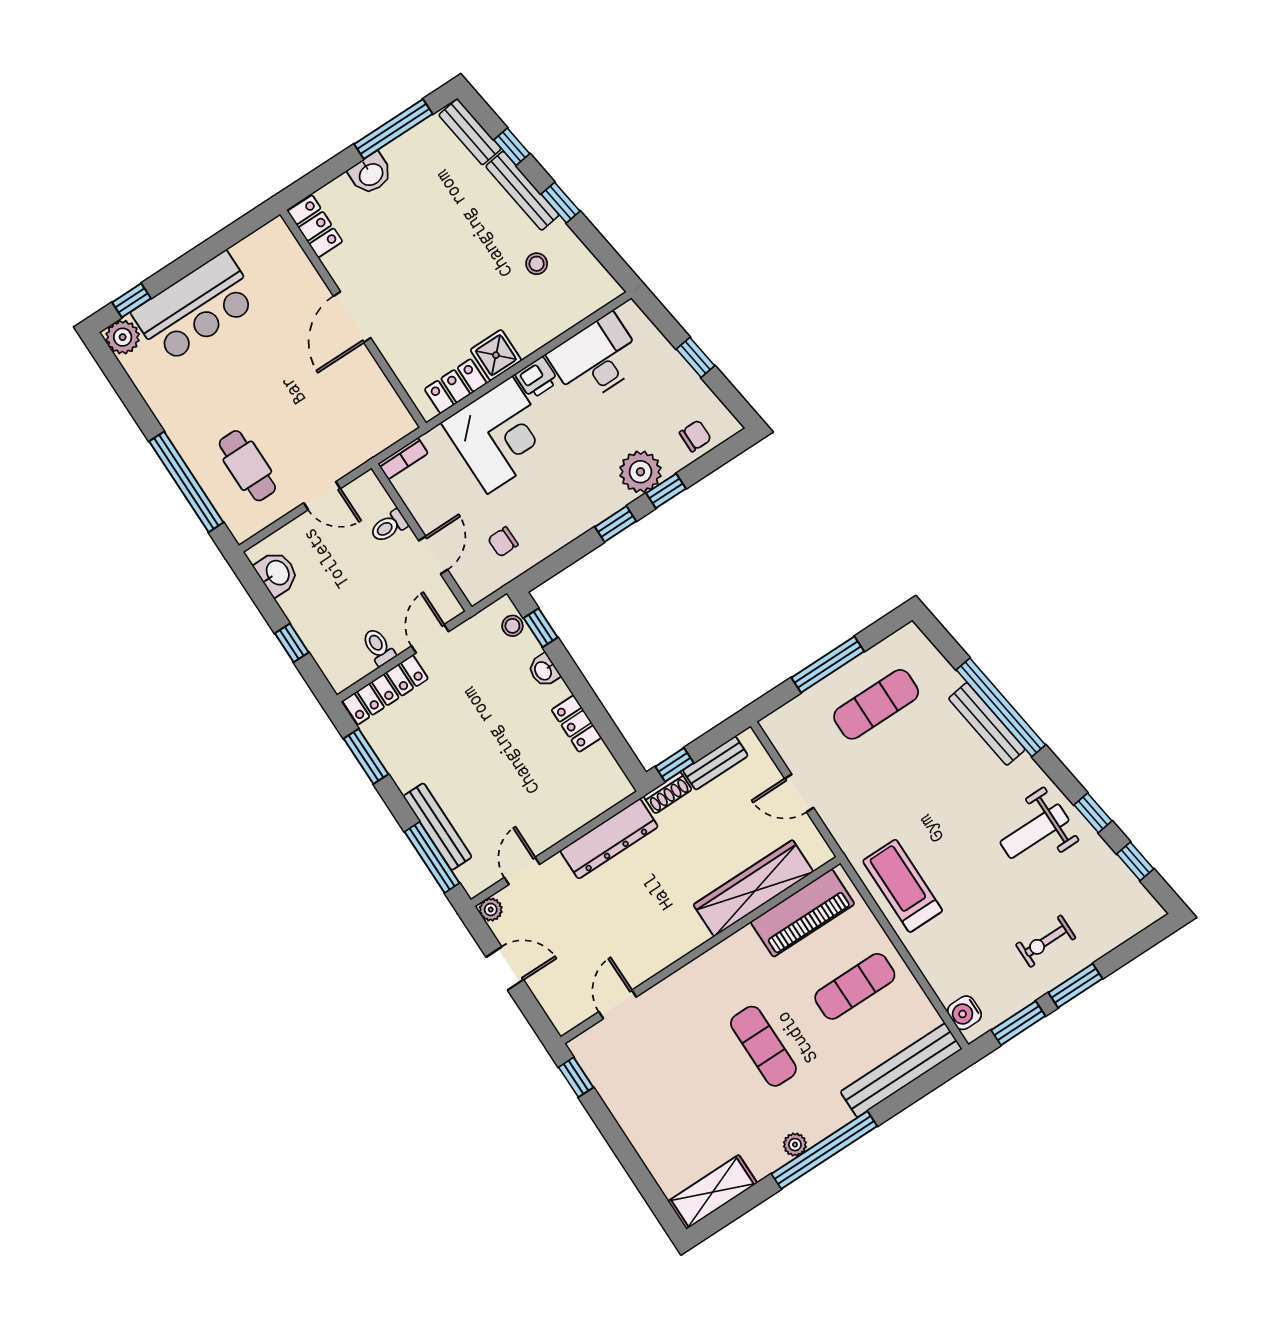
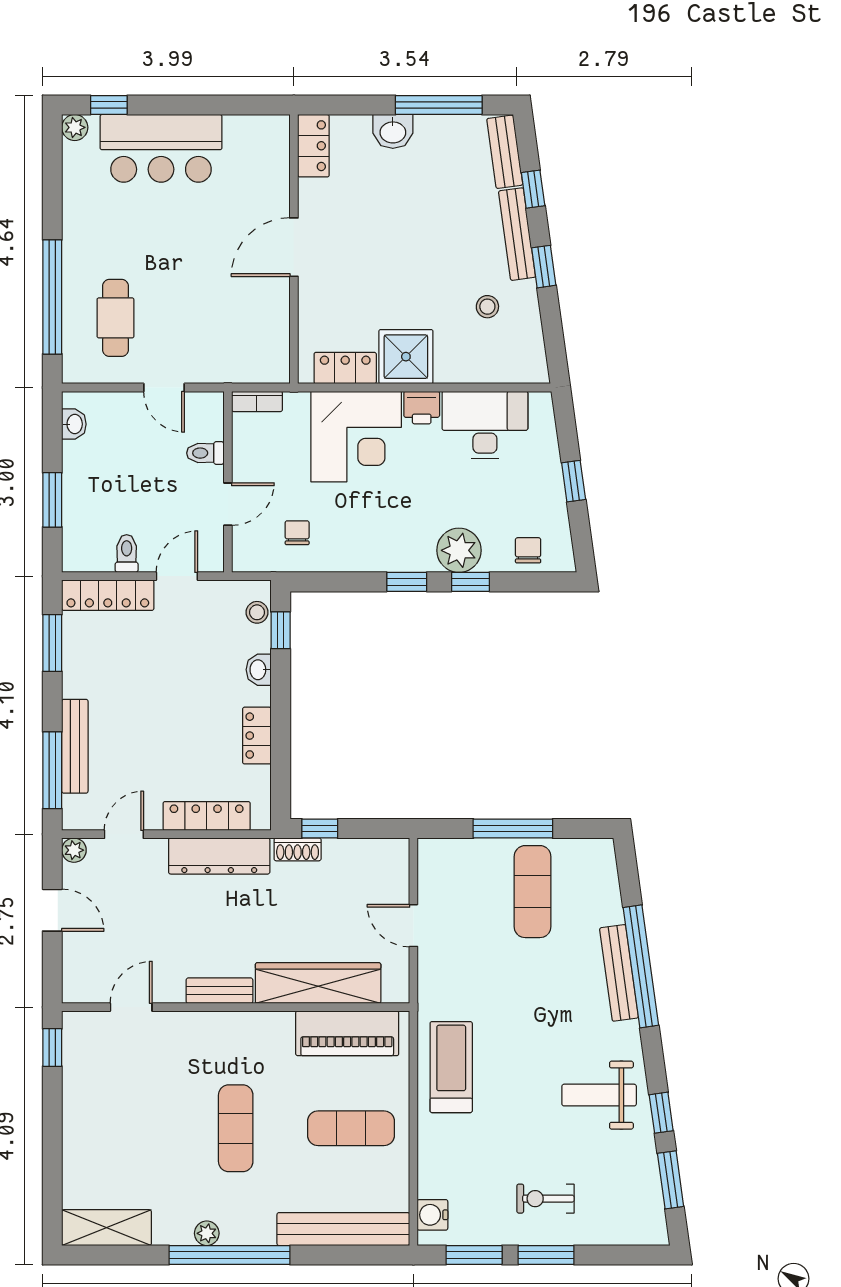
plant: (123, 337) -> (75, 127), width x0.73, depth x0.73
shower: (496, 355) -> (406, 357), width x1.36, depth x1.36
chair: (695, 436) -> (528, 550), turned -90
chair: (503, 542) -> (297, 533), turned 91
washbasin: (277, 573) -> (74, 424), width x0.72, depth x0.69
window: (292, 643) -> (52, 500), width x1.50
exercise mat: (876, 704) -> (533, 892), turned 90
bench: (715, 763) -> (219, 991), moved
locker: (578, 814) -> (207, 816), added
window: (1135, 861) -> (671, 1180), width x1.50

